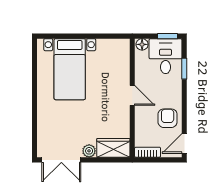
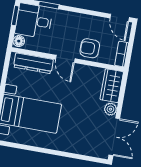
dresser: (122, 63) -> (33, 63), added
door: (132, 95) -> (65, 59), swing flipped
armchair: (168, 118) -> (90, 48), moved

